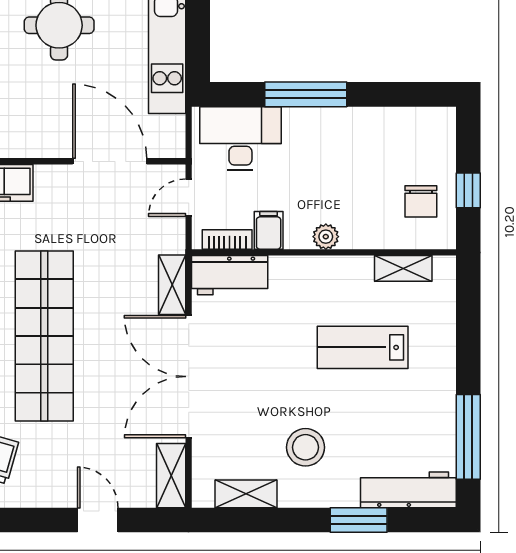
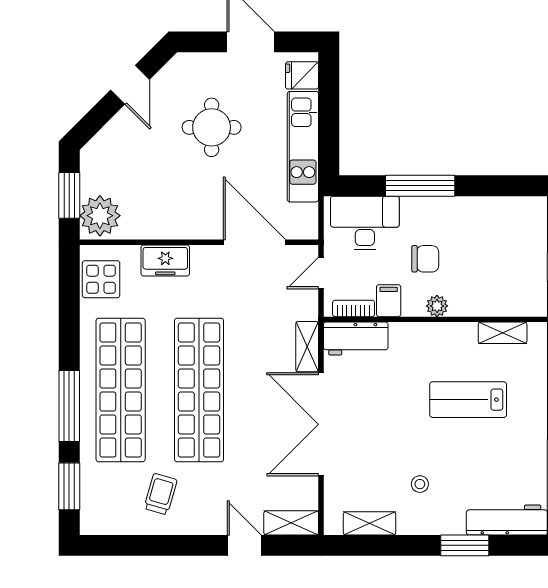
chair: (421, 201) -> (425, 259), moved, turned -90
stool: (306, 447) -> (420, 484), width x0.53, depth x0.53
shelving: (171, 476) -> (291, 523), moved, turned 90

